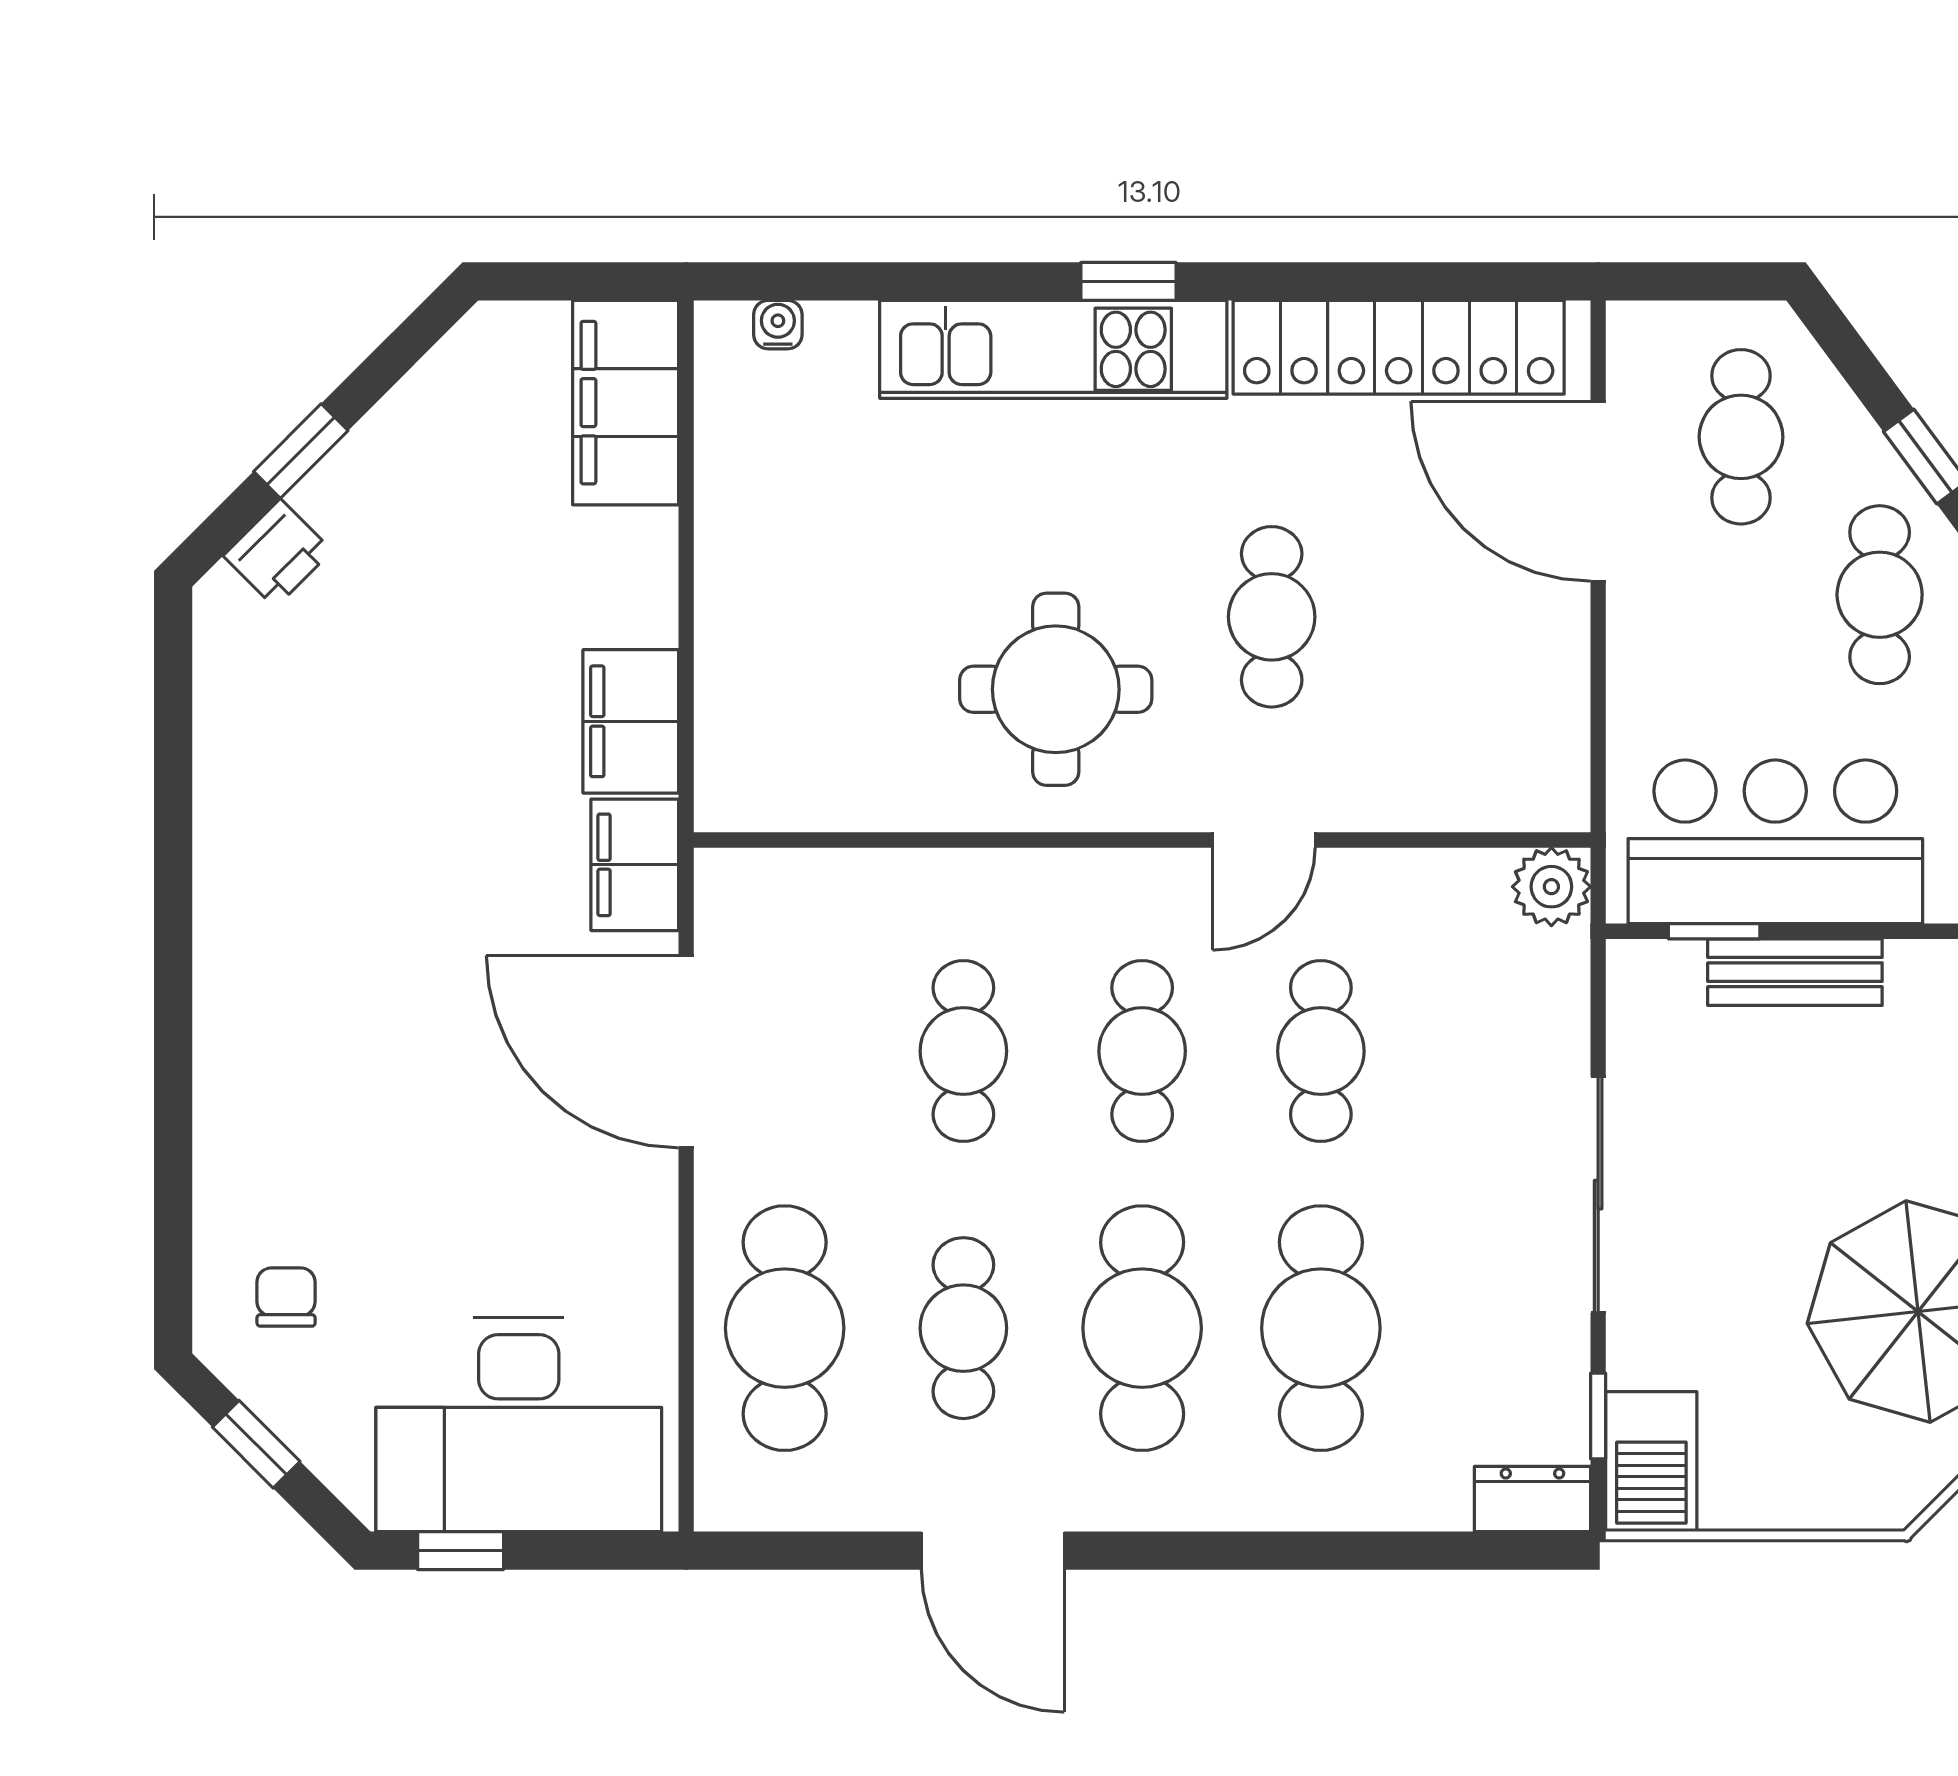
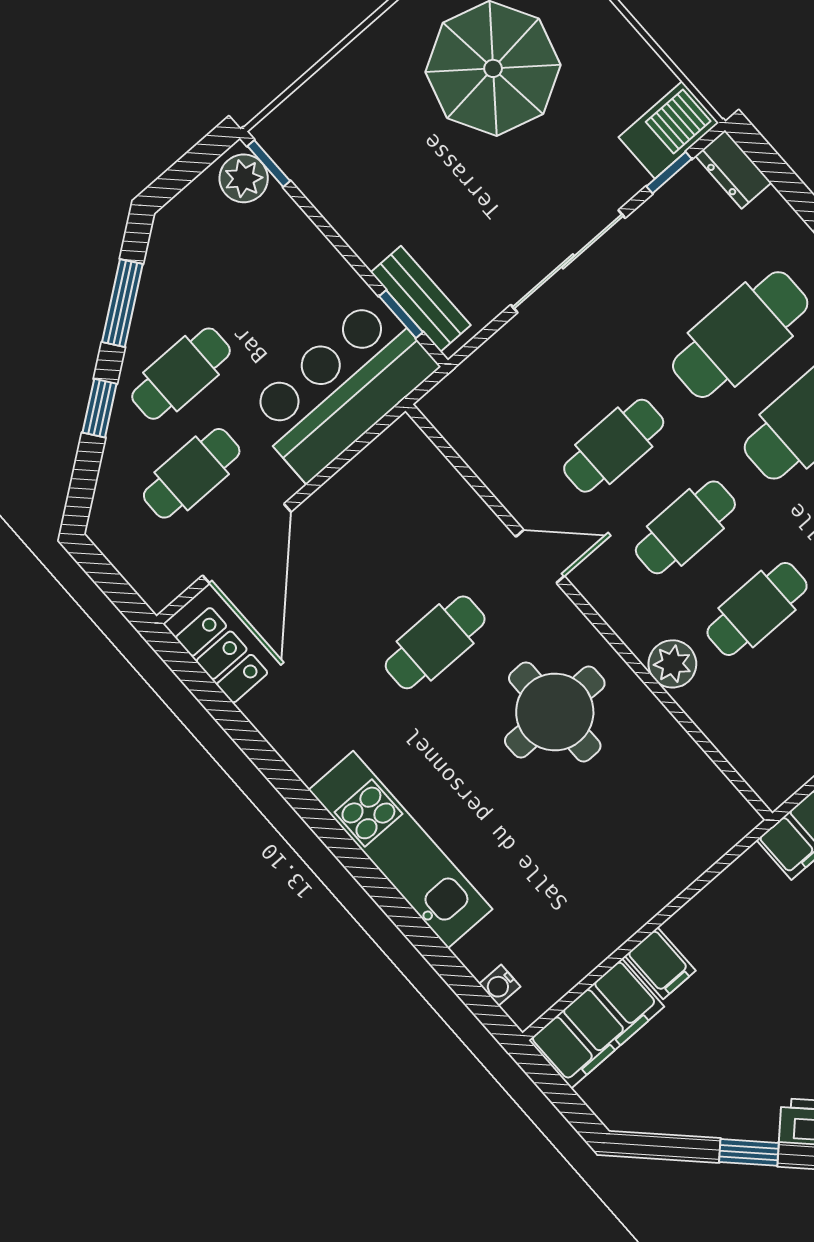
window: (1128, 281) -> (339, 842), removed
locker: (1399, 347) -> (222, 655), width x0.46, depth x0.83
cafe table: (1741, 437) -> (192, 473), moved
filing cabinet: (631, 721) -> (660, 963), moved, width x0.50
bar counter: (1775, 842) -> (341, 388), moved, turned 90
plant: (1551, 887) -> (672, 664), moved
bench: (1795, 972) -> (421, 299), moved

